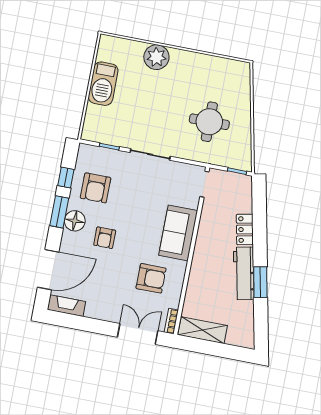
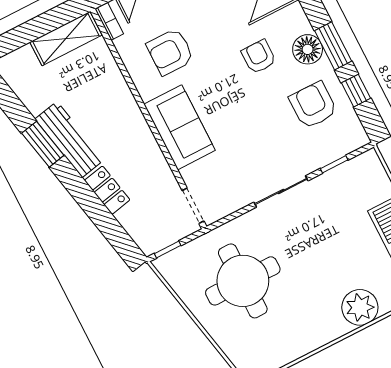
round table: (209, 122) -> (243, 281), width x1.36, depth x1.36

